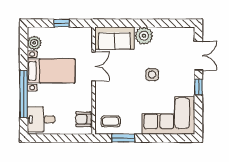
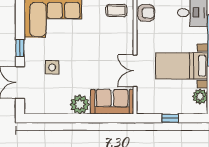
side table: (152, 75) -> (52, 67), moved

